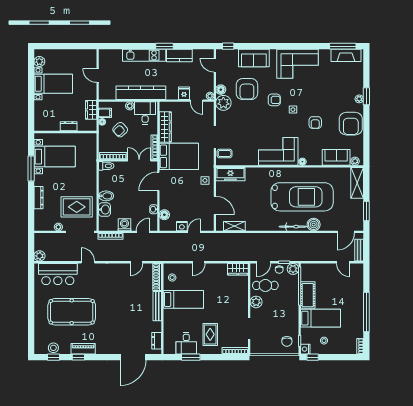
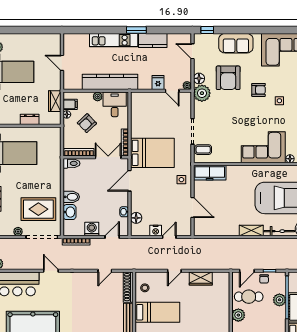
wardrobe: (165, 127) -> (137, 120), removed
shelving: (234, 226) -> (251, 231), moved
wardrobe: (238, 269) -> (201, 279), moved
plant: (293, 269) -> (279, 300), moved

